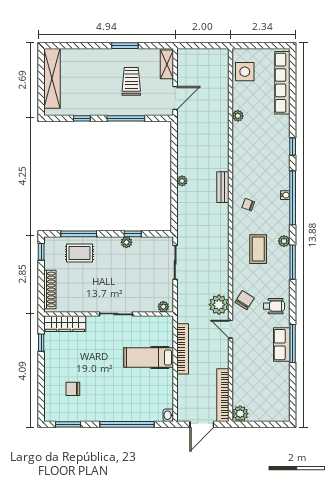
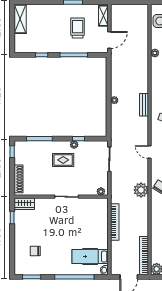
shelving: (52, 78) -> (20, 19), width x0.68
rug: (80, 253) -> (63, 160), moved
wardrobe: (65, 324) -> (24, 204), width x0.67
door: (231, 329) -> (150, 152), moved
hospital bed: (149, 358) -> (90, 257), moved

